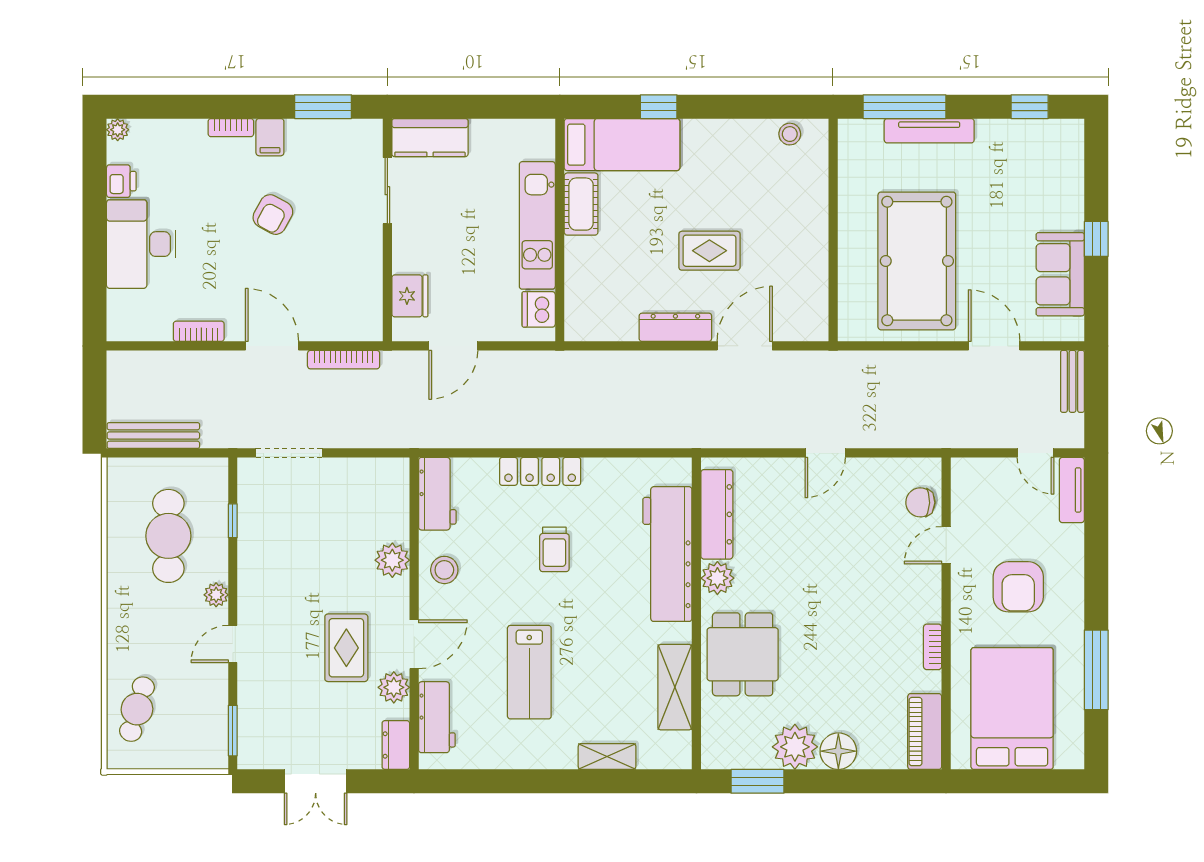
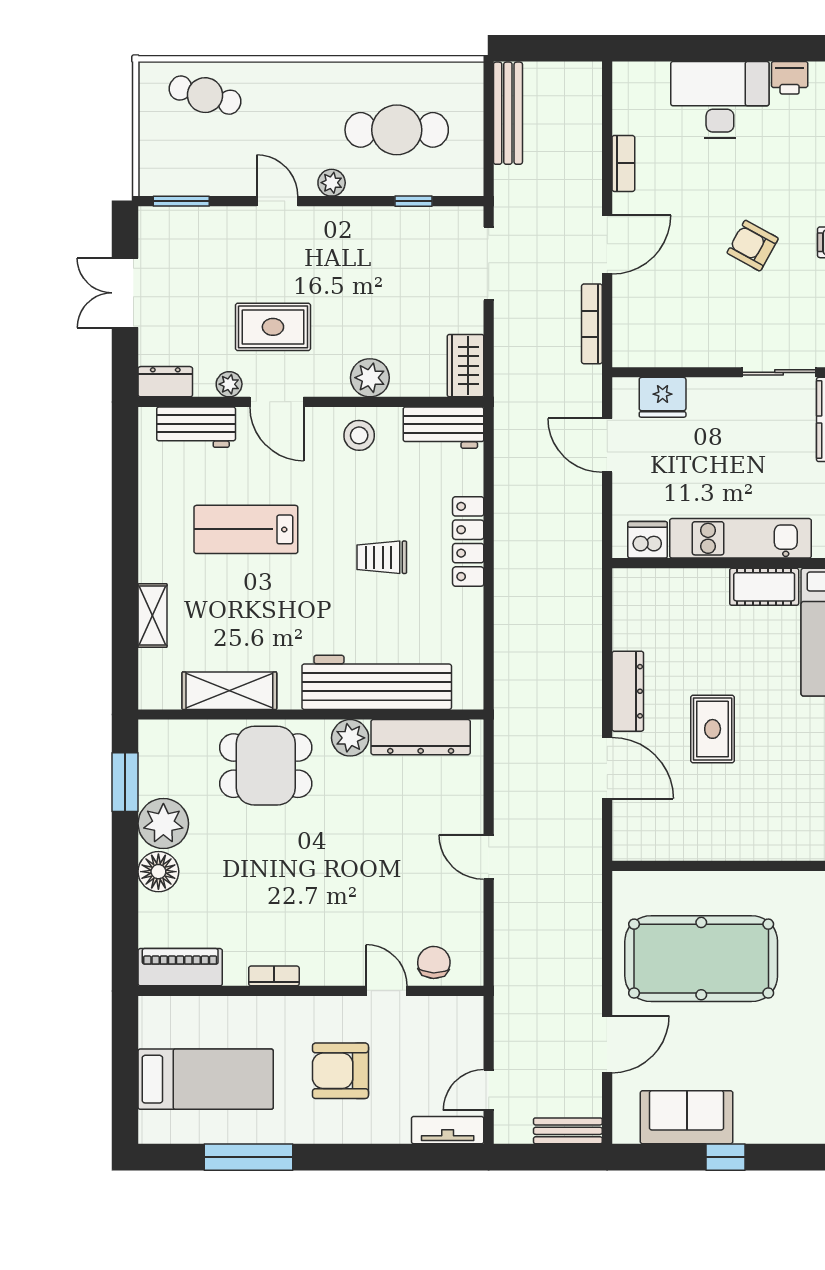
wardrobe: (381, 474) -> (466, 366), added
plant: (394, 687) -> (229, 384), width x0.73, depth x0.73
bed: (1012, 709) -> (206, 1079), width x0.67

